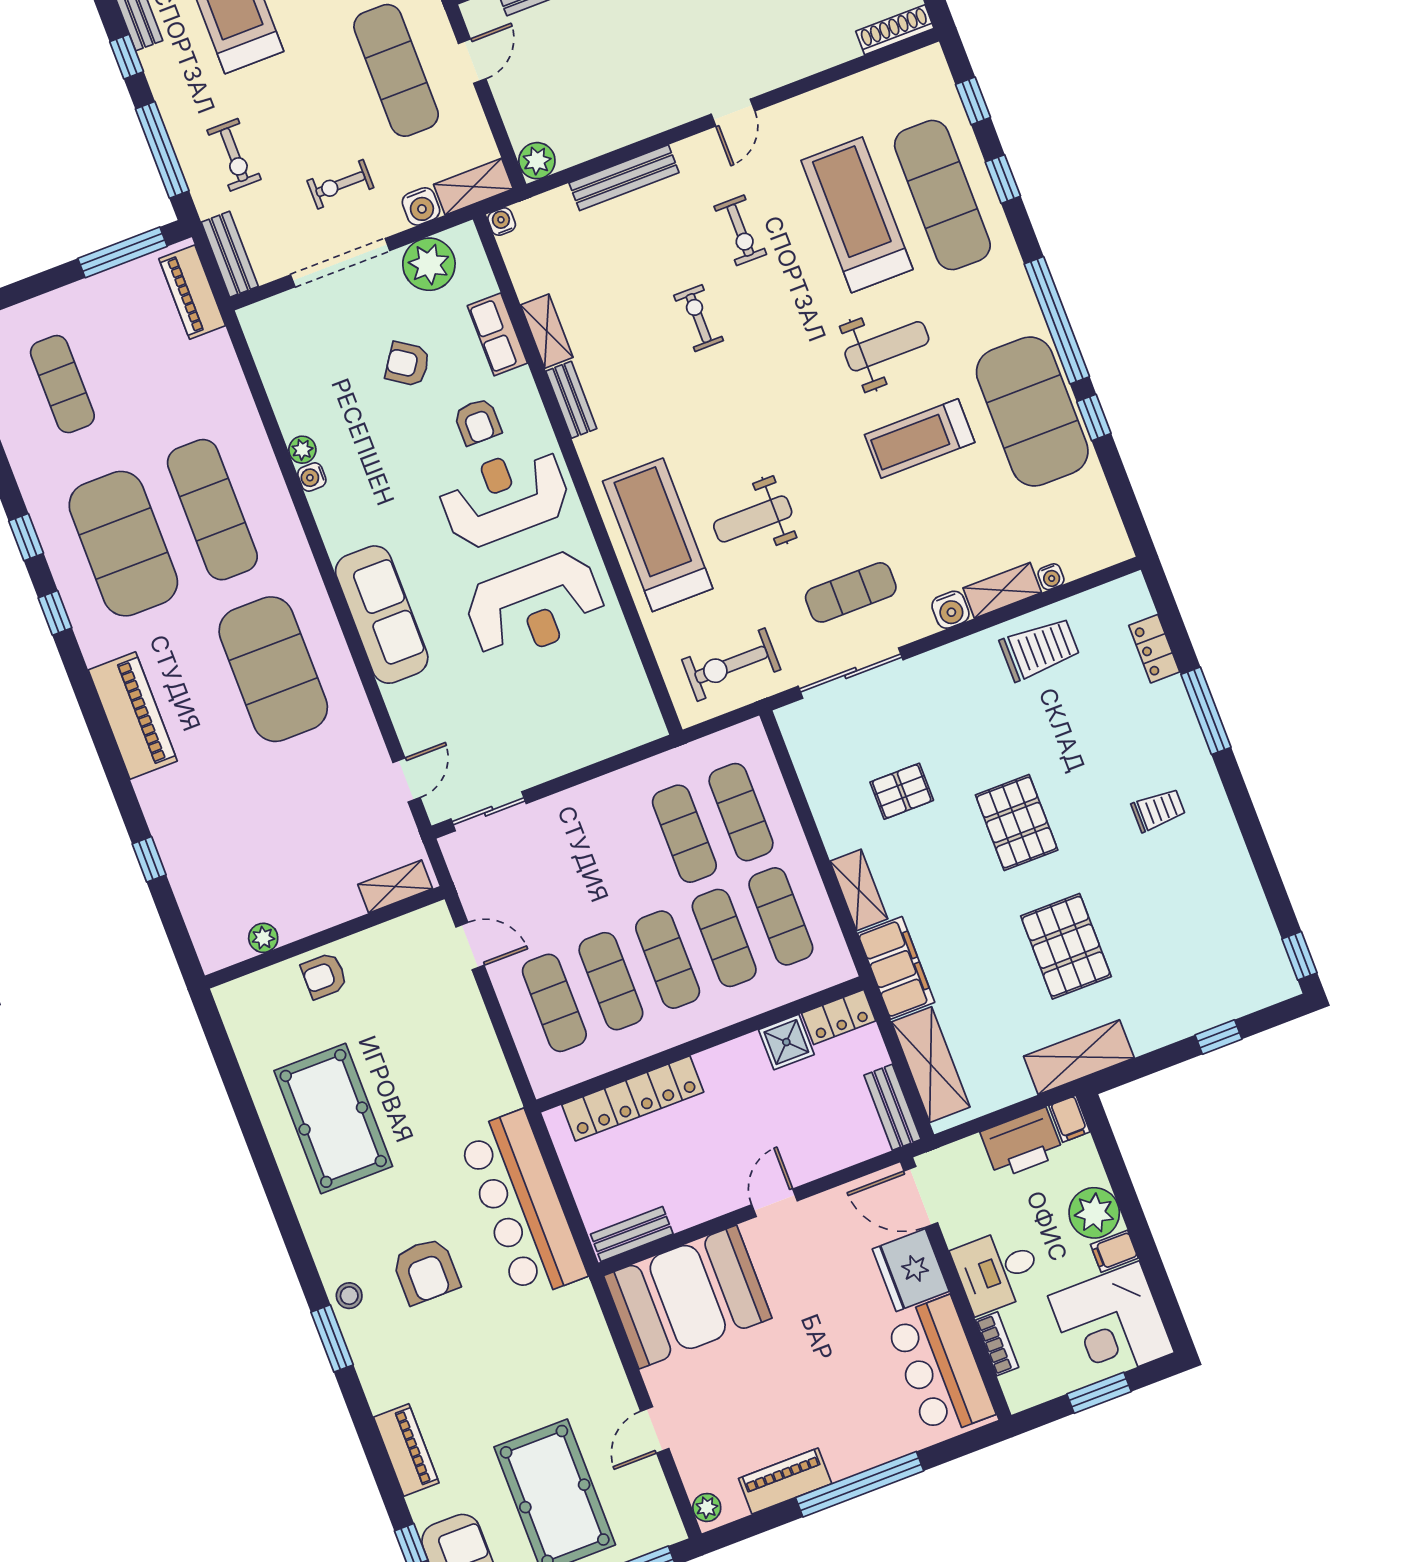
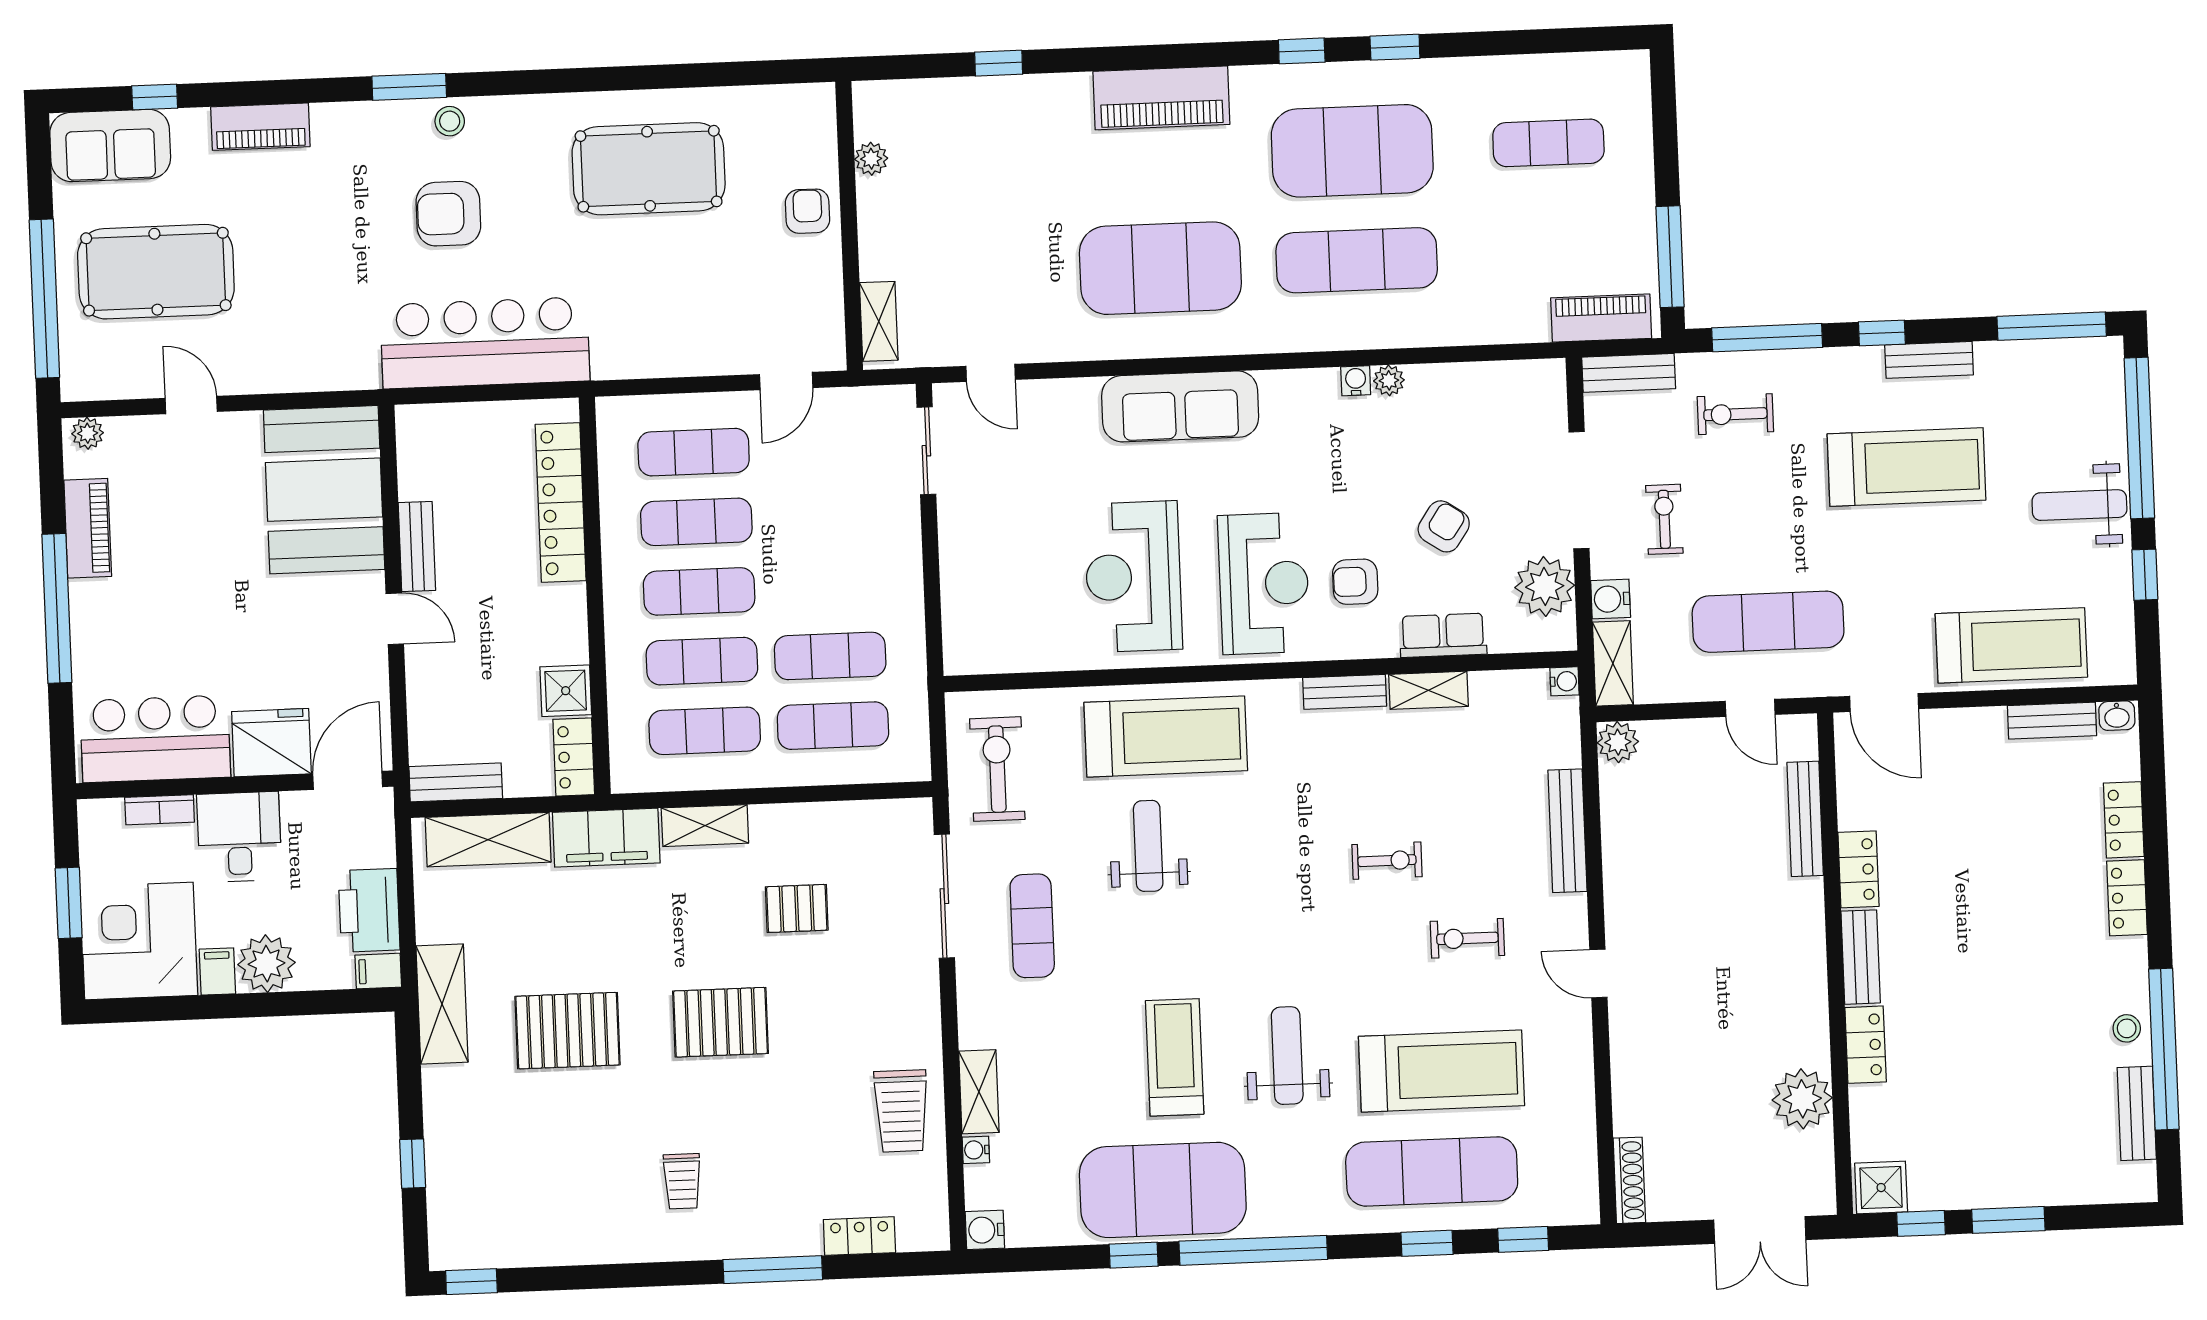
weight bench: (887, 346) -> (1287, 1056), turned 180
water cooler: (950, 610) -> (985, 1230), moved
pallet: (902, 791) -> (797, 908), turned 90
bench: (632, 1234) -> (417, 547), moved

